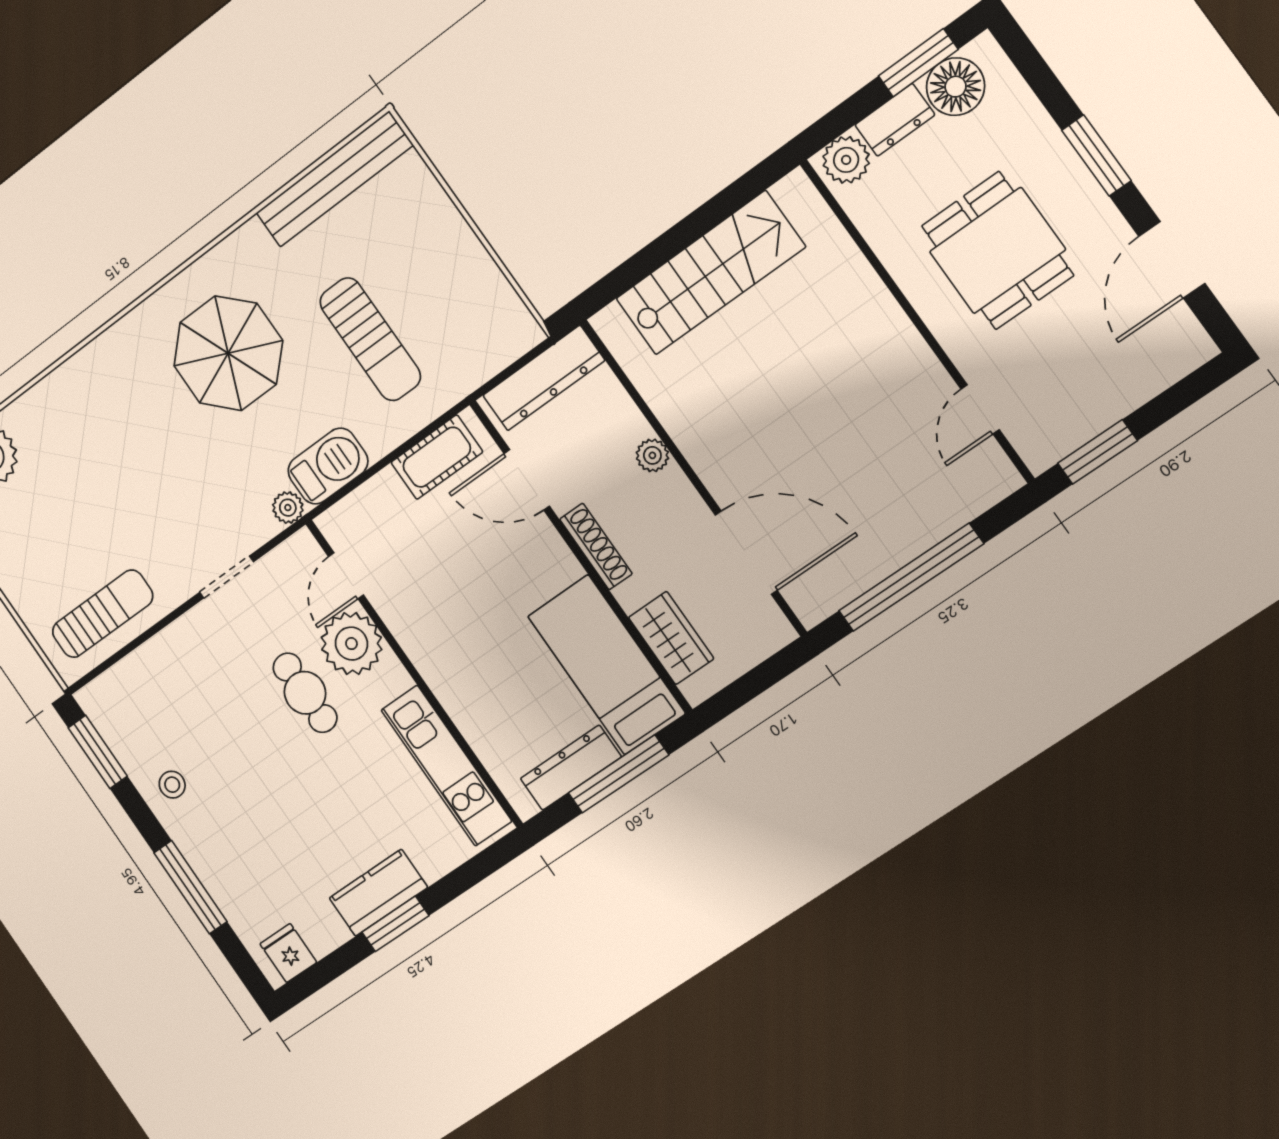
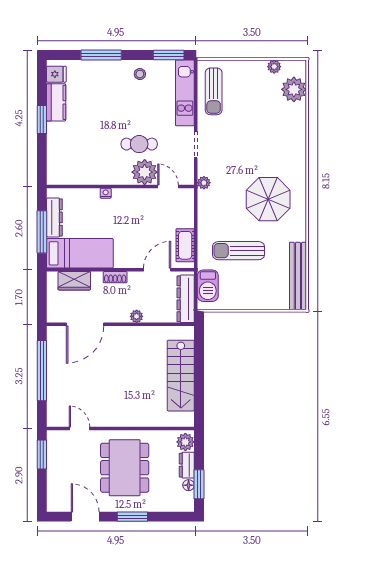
floor lamp: (956, 87) -> (189, 485), width x0.53, depth x0.53
dining table: (997, 251) -> (125, 468), width x1.38
barbecue: (328, 466) -> (208, 286), moved
shoe rack: (596, 546) -> (115, 277), width x0.70
nightstand: (448, 694) -> (106, 193), added
kitchen unit: (446, 766) -> (185, 93), moved, turned -90
kitchen counter: (378, 893) -> (56, 102), moved

